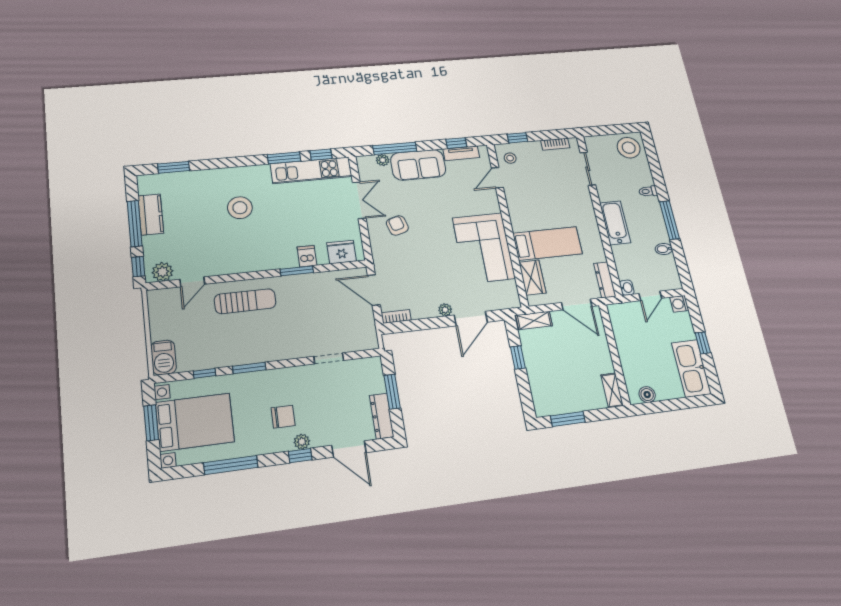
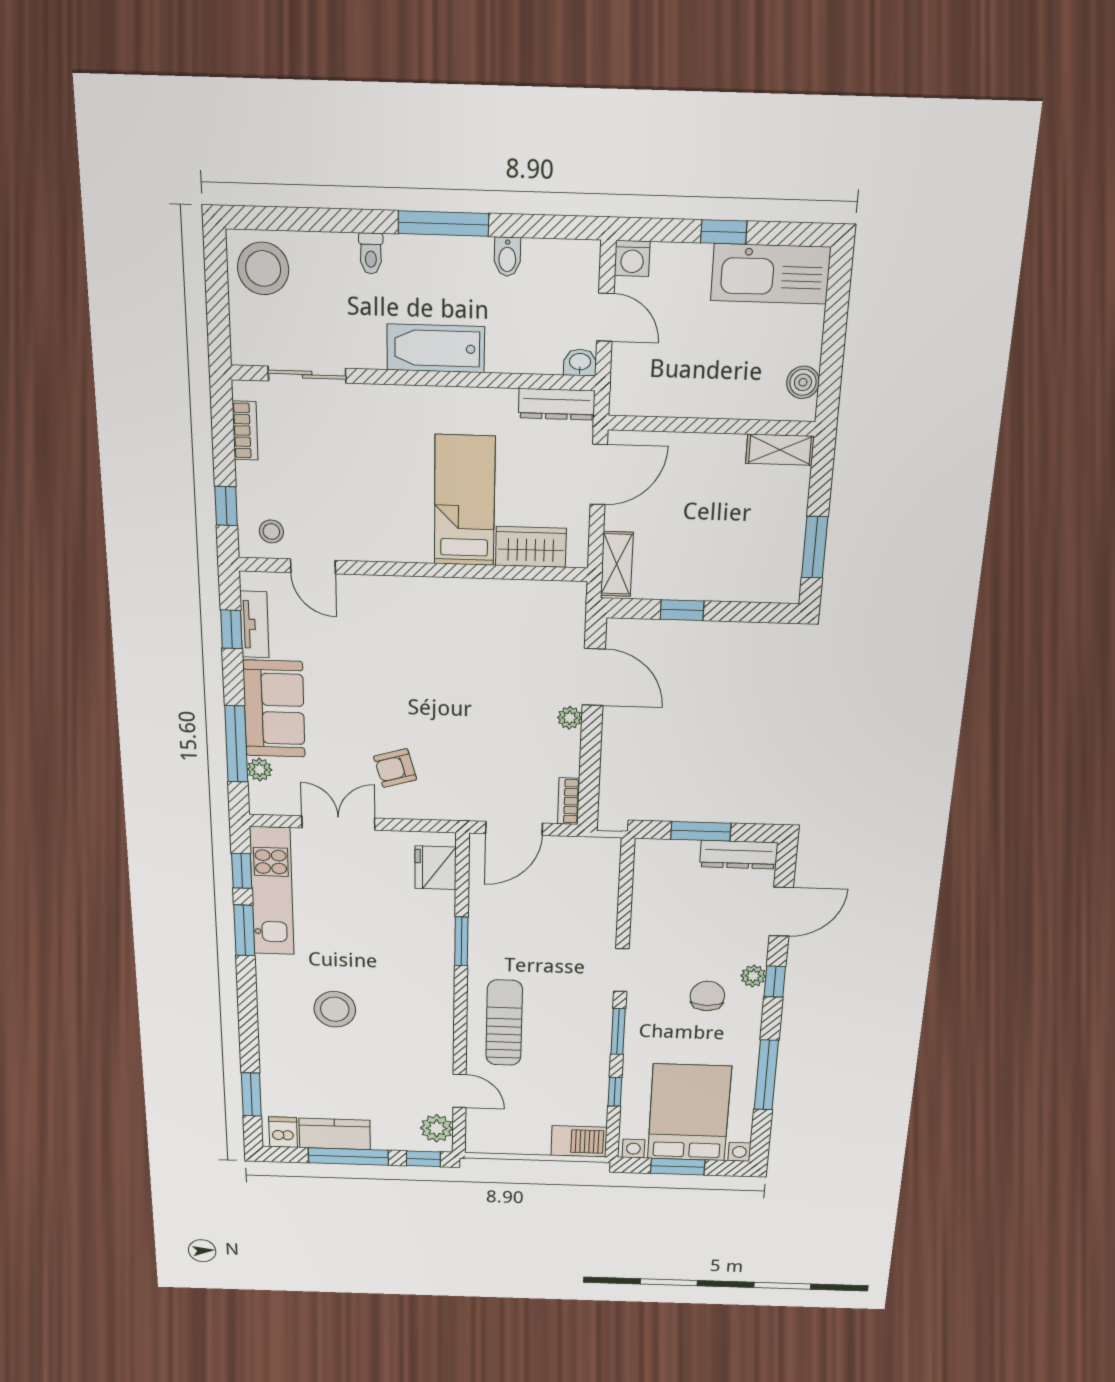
corner sofa: (484, 248) -> (459, 625), removed
dishwasher: (307, 256) -> (283, 1132), moved, turned 90
doorway: (329, 358) -> (621, 970), moved

